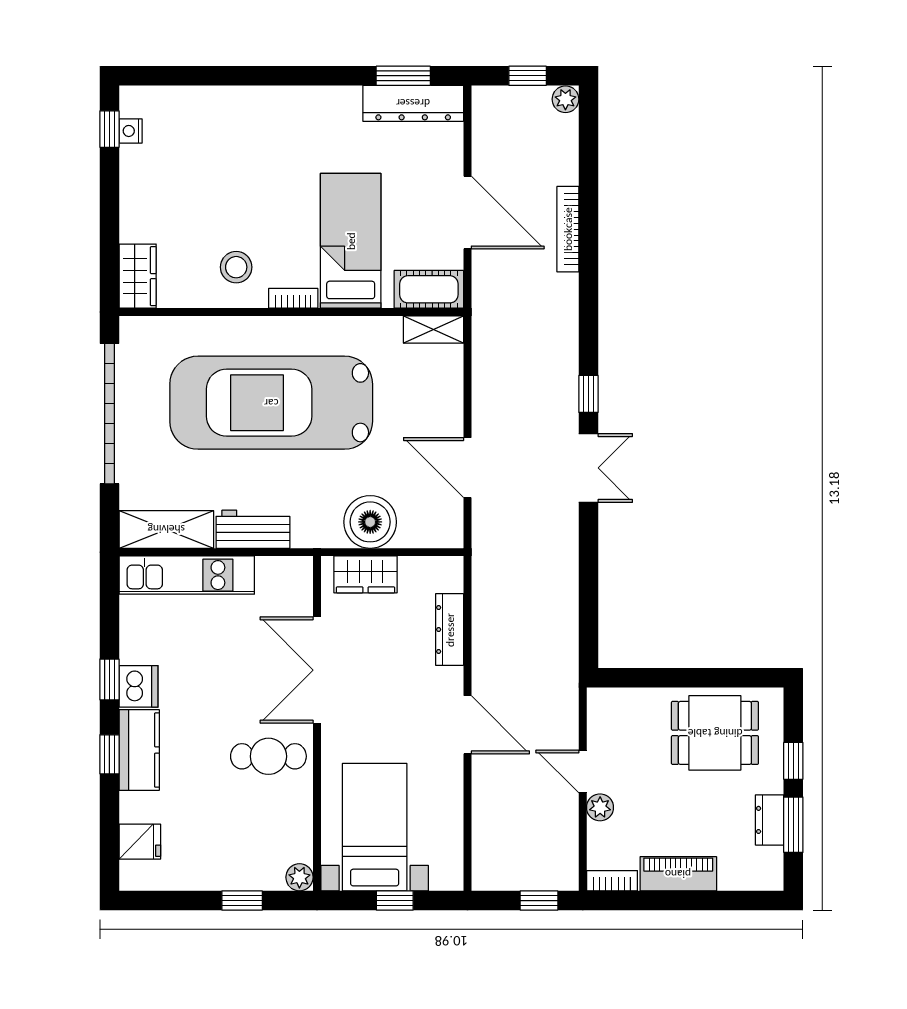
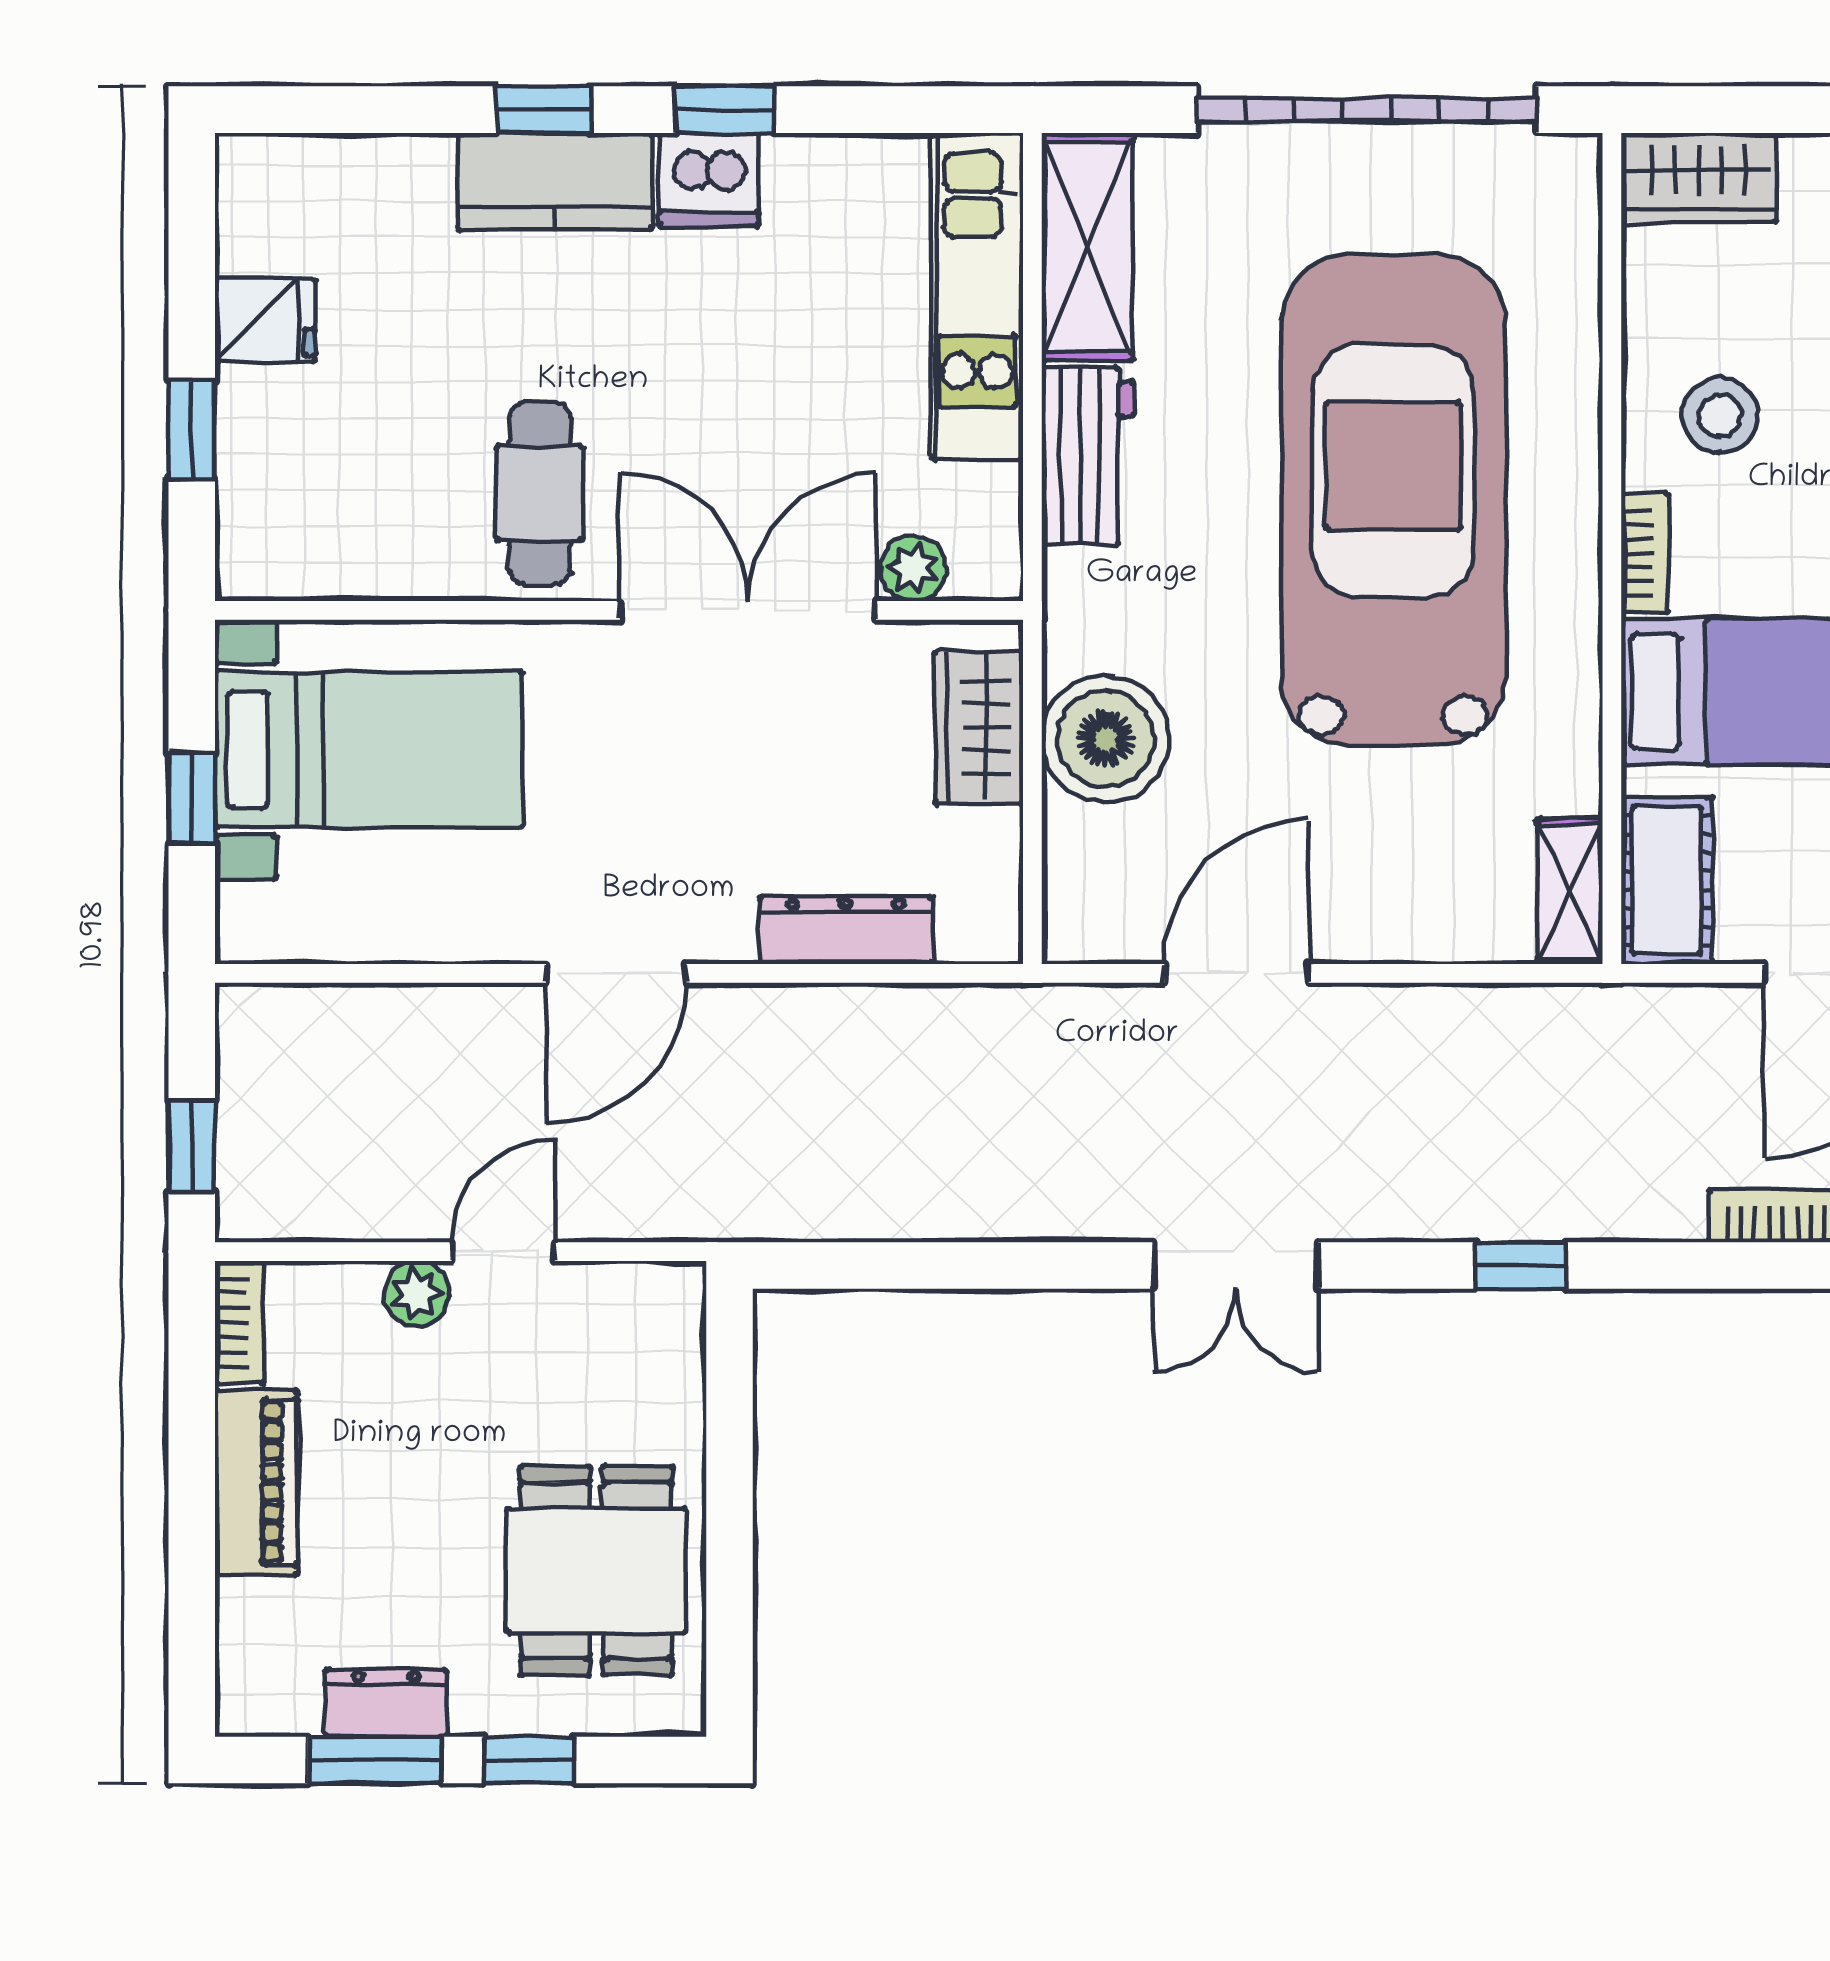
window: (588, 394) -> (1521, 1266), moved
fridge: (140, 842) -> (265, 320), moved, turned -90
plant: (299, 877) -> (913, 568), moved

